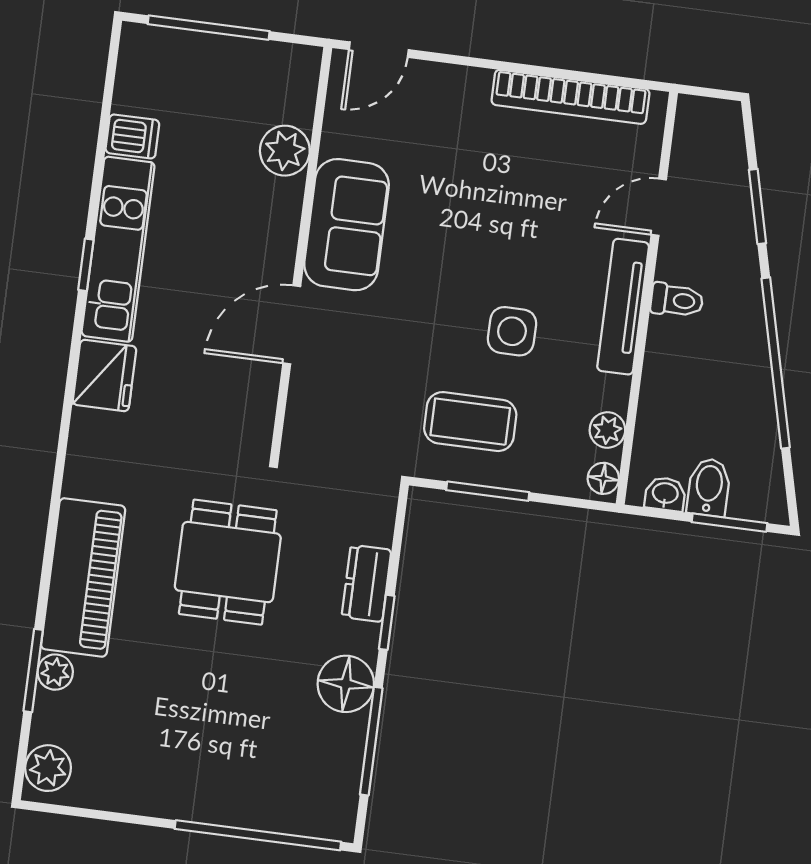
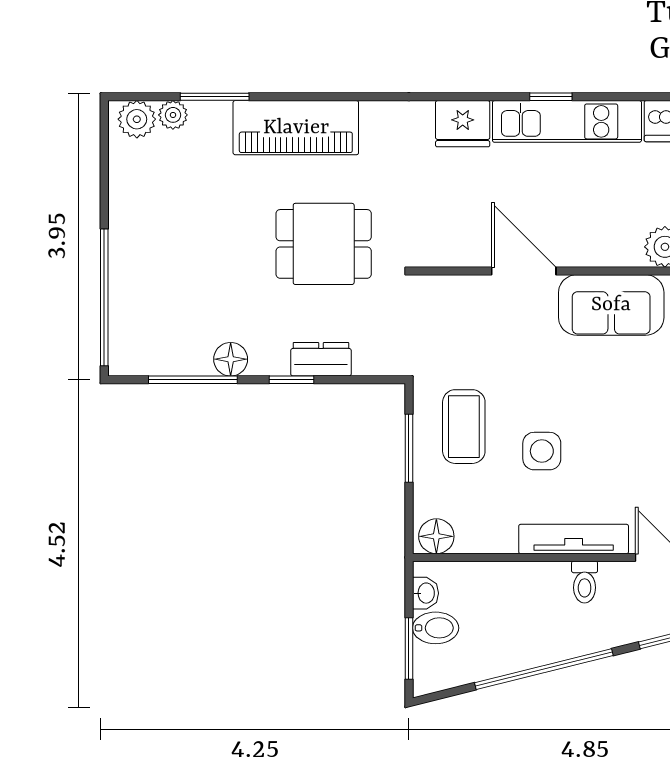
plant: (607, 430) -> (471, 539), removed
floor lamp: (603, 478) -> (436, 536), width x1.37, depth x1.37
plant: (55, 672) -> (173, 115), moved
floor lamp: (346, 684) -> (231, 359), width x0.73, depth x0.73

